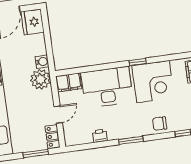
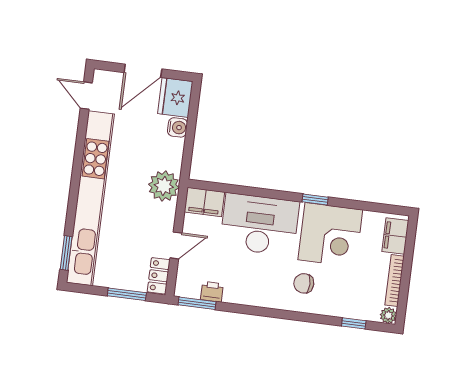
water cooler: (42, 62) -> (177, 127), moved
chair: (160, 124) -> (304, 283), moved
printer: (100, 136) -> (212, 292), moved
window: (131, 140) -> (197, 303), moved

